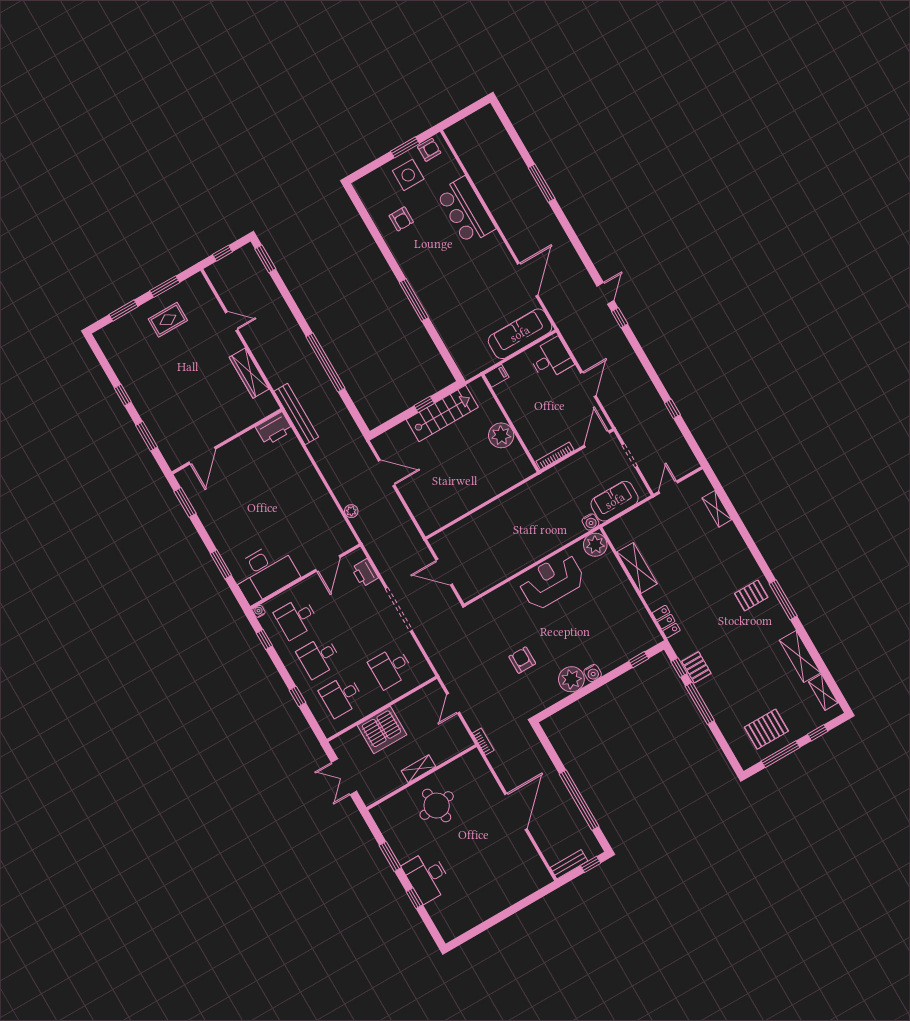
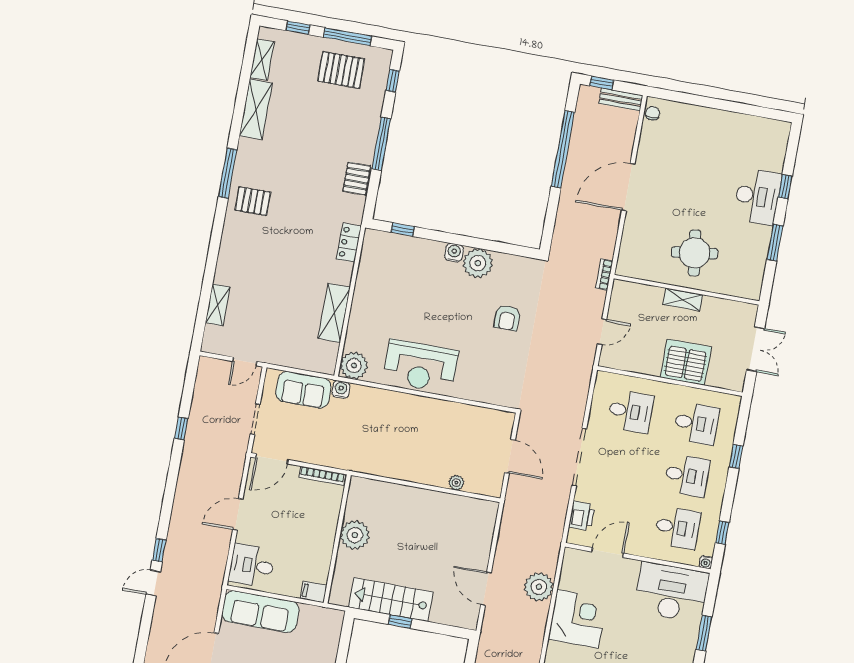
corner desk: (311, 504) -> (578, 619), added
plant: (351, 511) -> (539, 587), width x1.88, depth x1.88
plant: (464, 525) -> (456, 483), added
window: (679, 668) -> (393, 81), moved
chair: (541, 873) -> (653, 113), added

